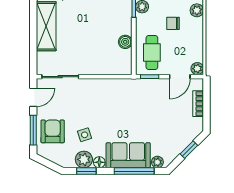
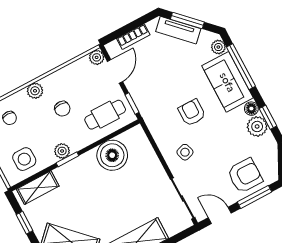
boiler: (125, 42) -> (112, 155), width x1.86, depth x1.86
door: (180, 77) -> (115, 71), hinge flipped
armchair: (120, 117) -> (192, 113), added
armchair: (53, 131) -> (245, 176), turned 180
side table: (85, 135) -> (185, 152), moved
tv unit: (185, 139) -> (178, 30), added
window: (189, 150) -> (187, 21), width x1.50

